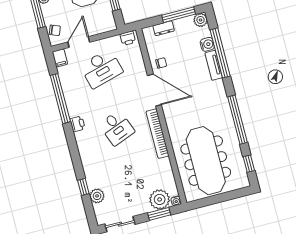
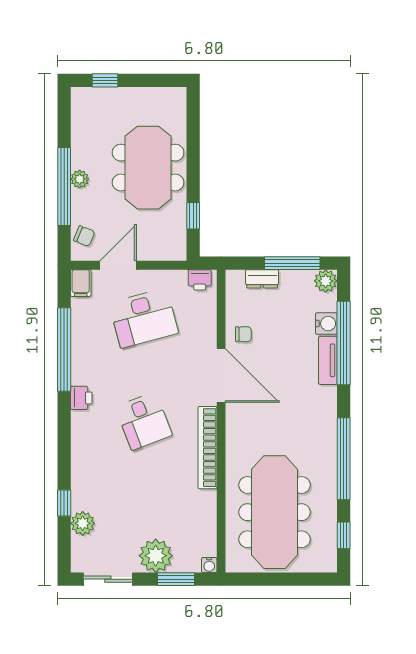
plant: (160, 199) -> (156, 556), moved

